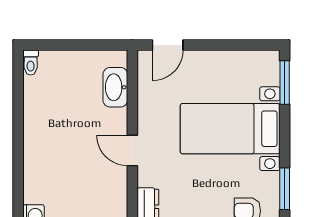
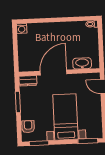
door: (132, 150) -> (53, 72), width x1.88

